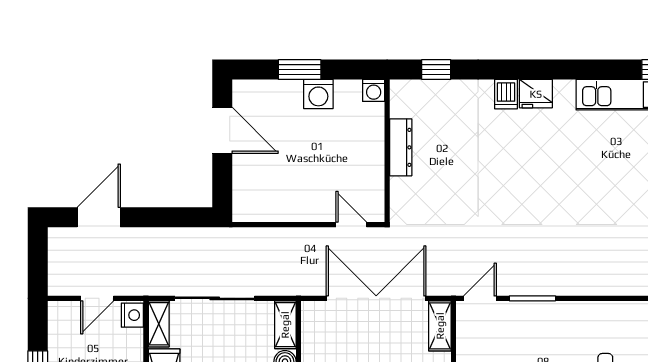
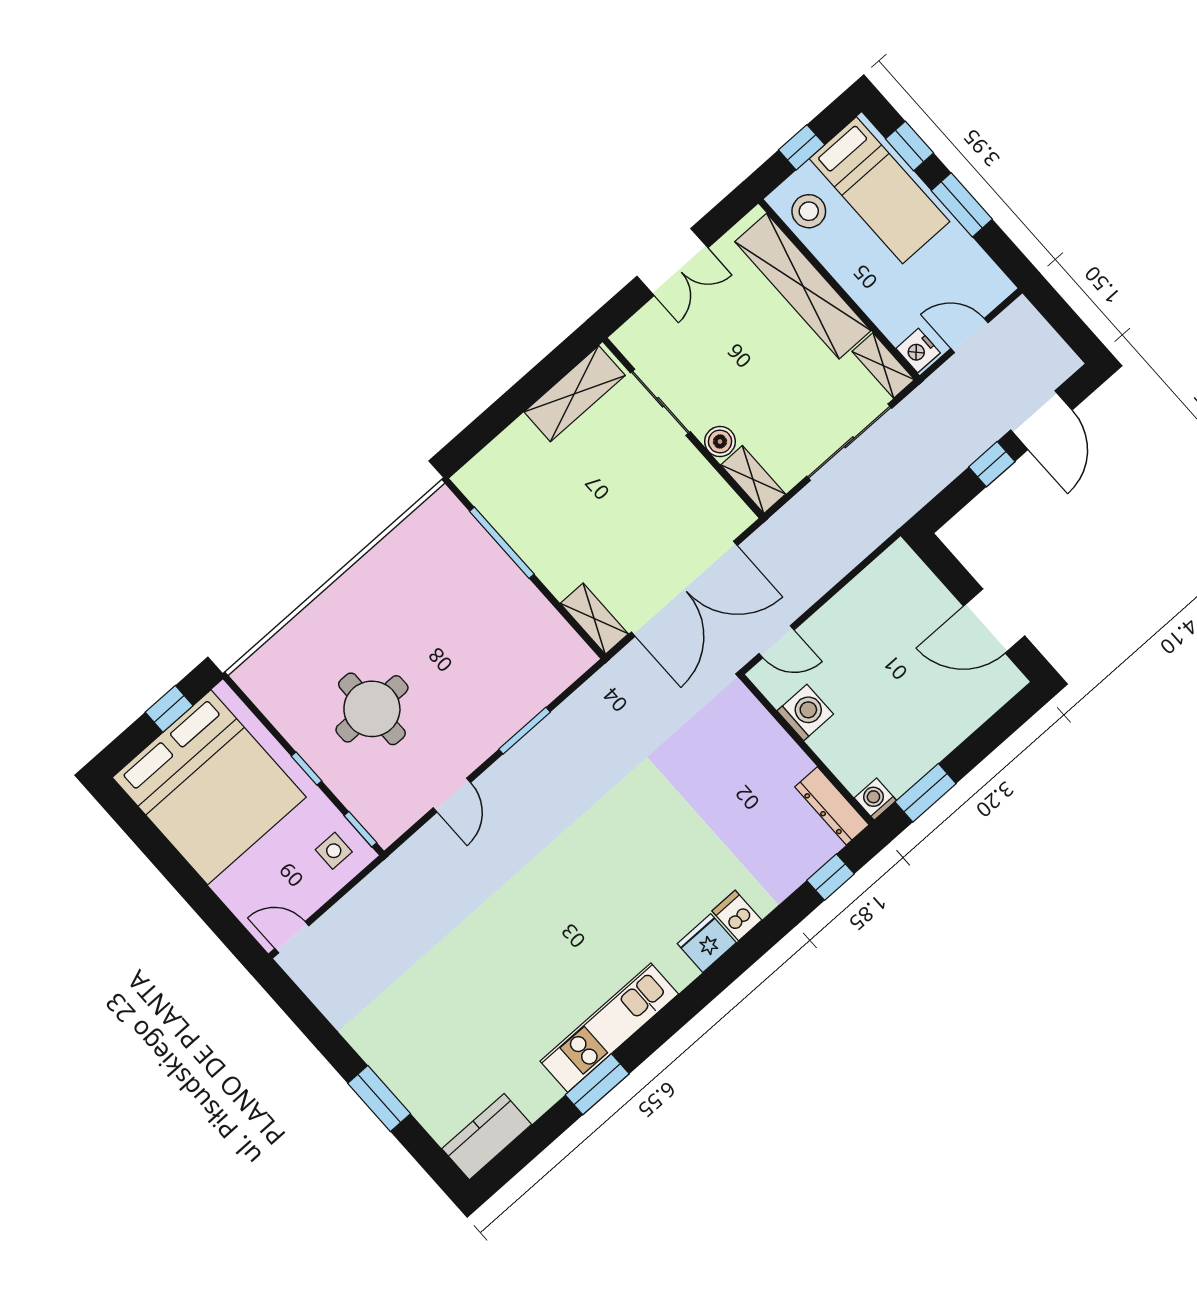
window: (300, 70) -> (926, 793), moved
washing machine: (318, 94) -> (805, 712), moved, turned 90
dresser: (401, 147) -> (832, 806), moved
window: (147, 217) -> (992, 464), added
door: (97, 298) -> (969, 336), hinge flipped
door: (480, 298) -> (452, 795), moved

